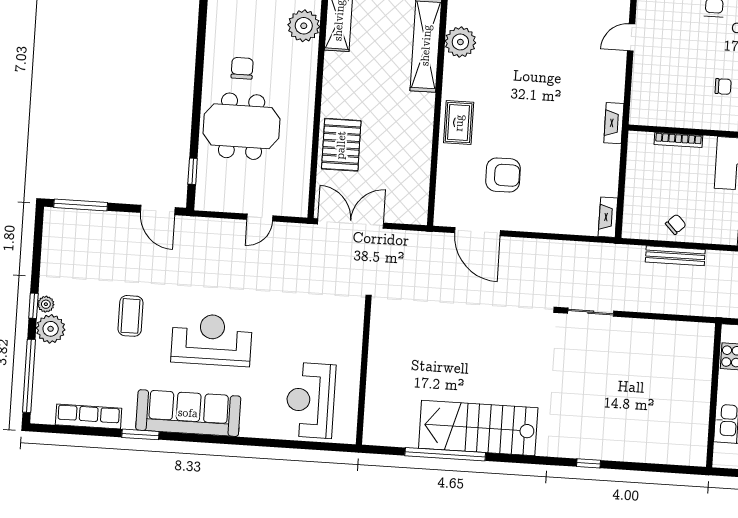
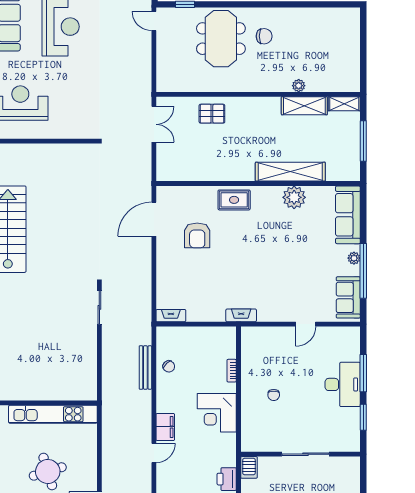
plant: (304, 26) -> (299, 86), width x0.53, depth x0.53
door: (631, 37) -> (306, 324), swing flipped
bookcase: (678, 140) -> (232, 371), width x0.64
pallet: (341, 145) -> (212, 114), width x0.67, depth x0.71
door: (260, 218) -> (154, 21), moved
double door: (351, 223) -> (154, 124), width x0.73

